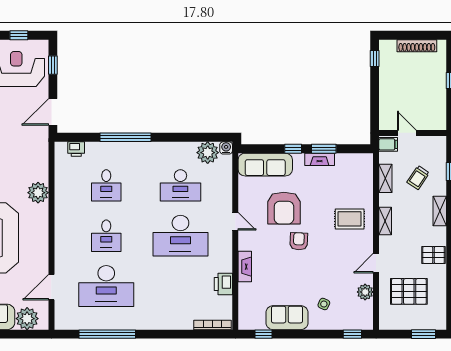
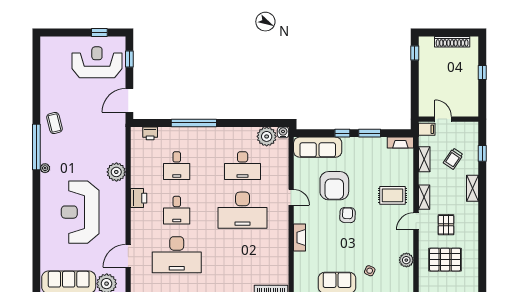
fireplace: (320, 159) -> (400, 143), moved
pallet: (434, 255) -> (446, 225), moved, turned 90
door: (376, 263) -> (416, 221), moved
printer: (223, 284) -> (139, 198), moved, turned 180

